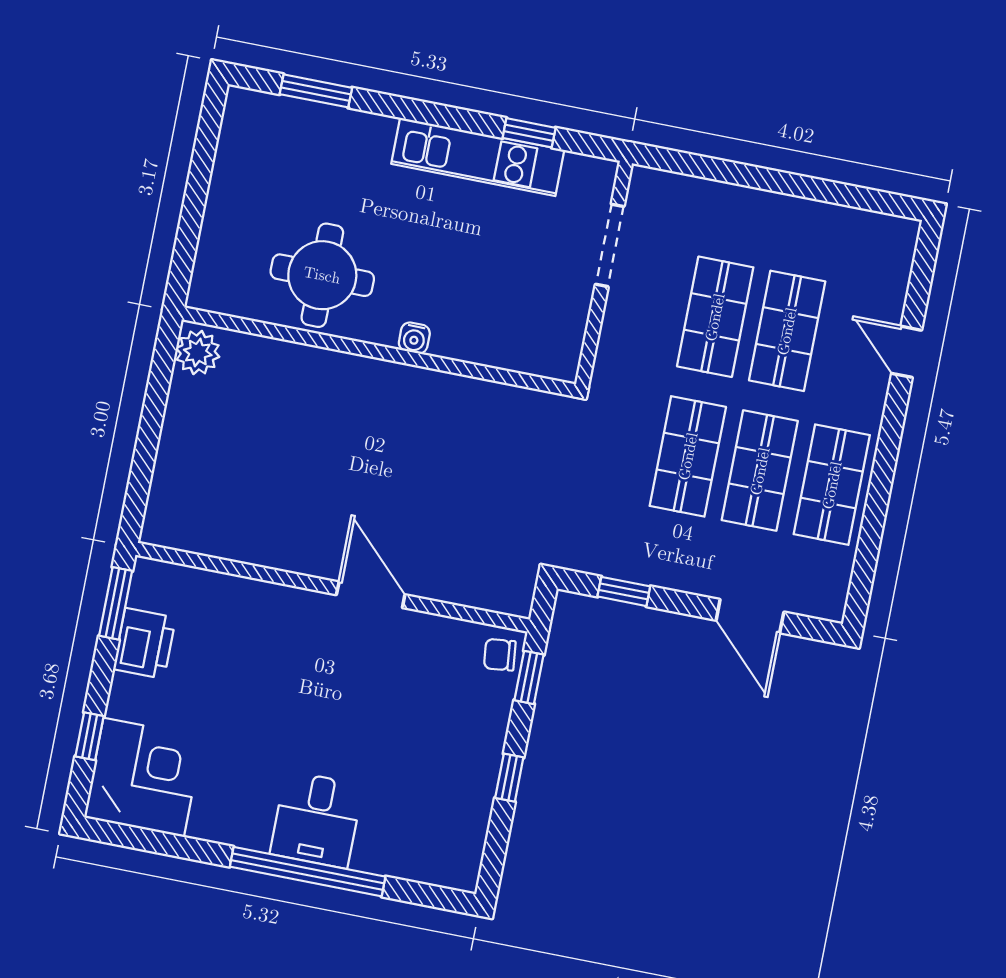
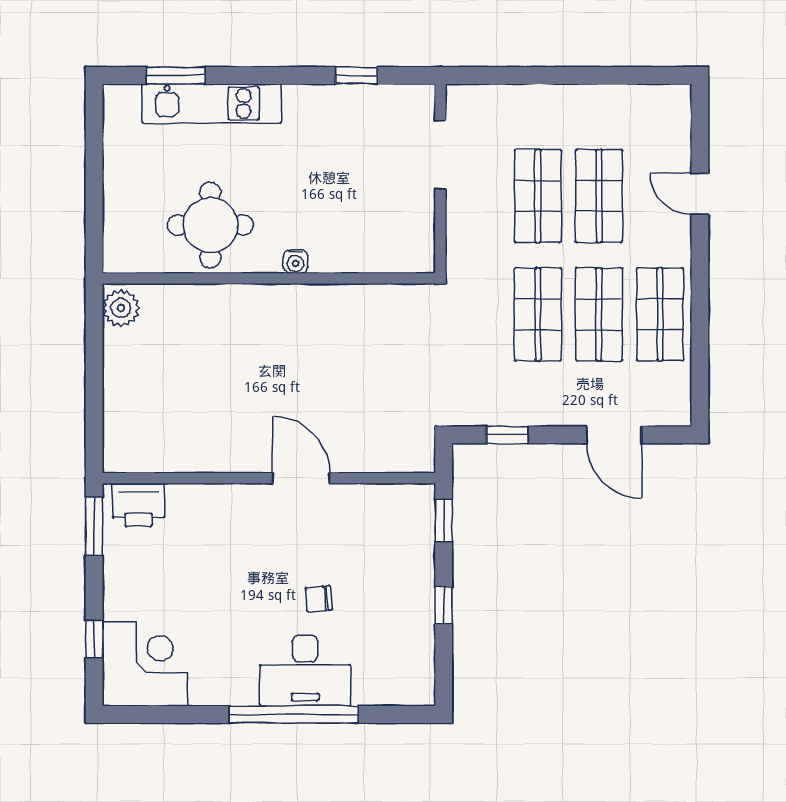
kitchen unit: (478, 157) -> (212, 103), moved
printer: (144, 643) -> (139, 505), moved, turned 90
chair: (500, 655) -> (319, 599), moved
desk: (317, 820) -> (305, 671), width x1.37

